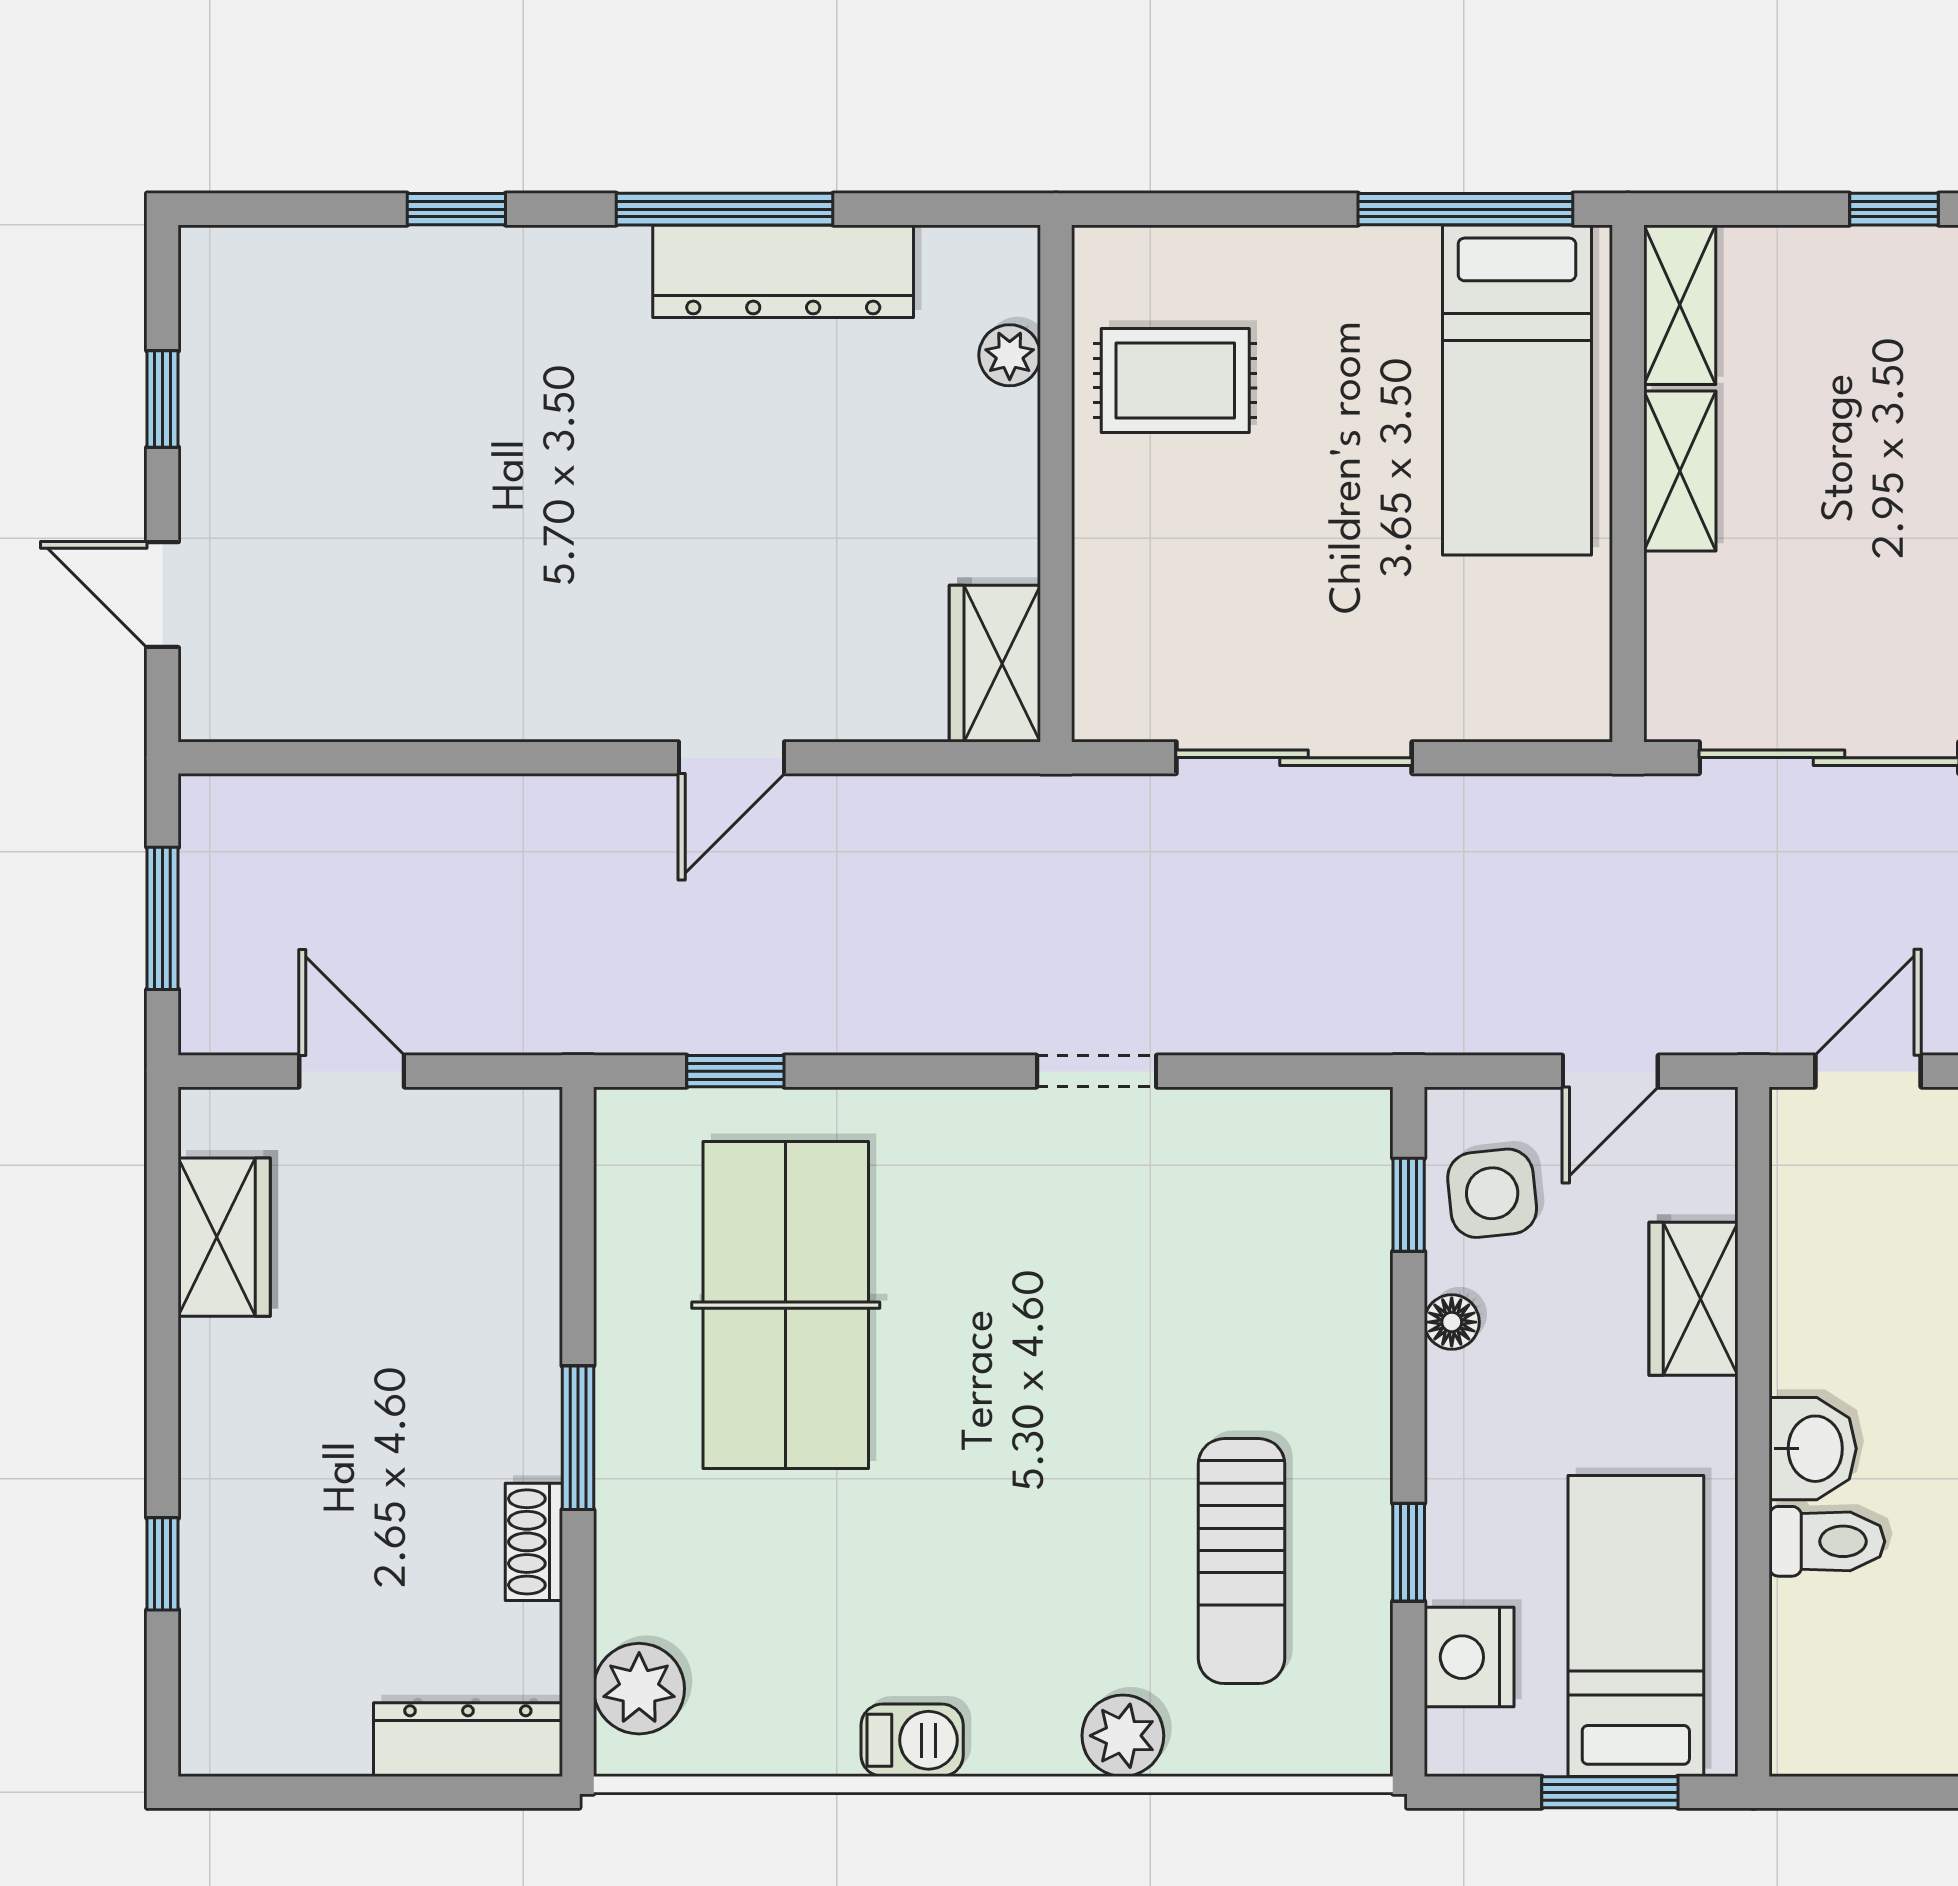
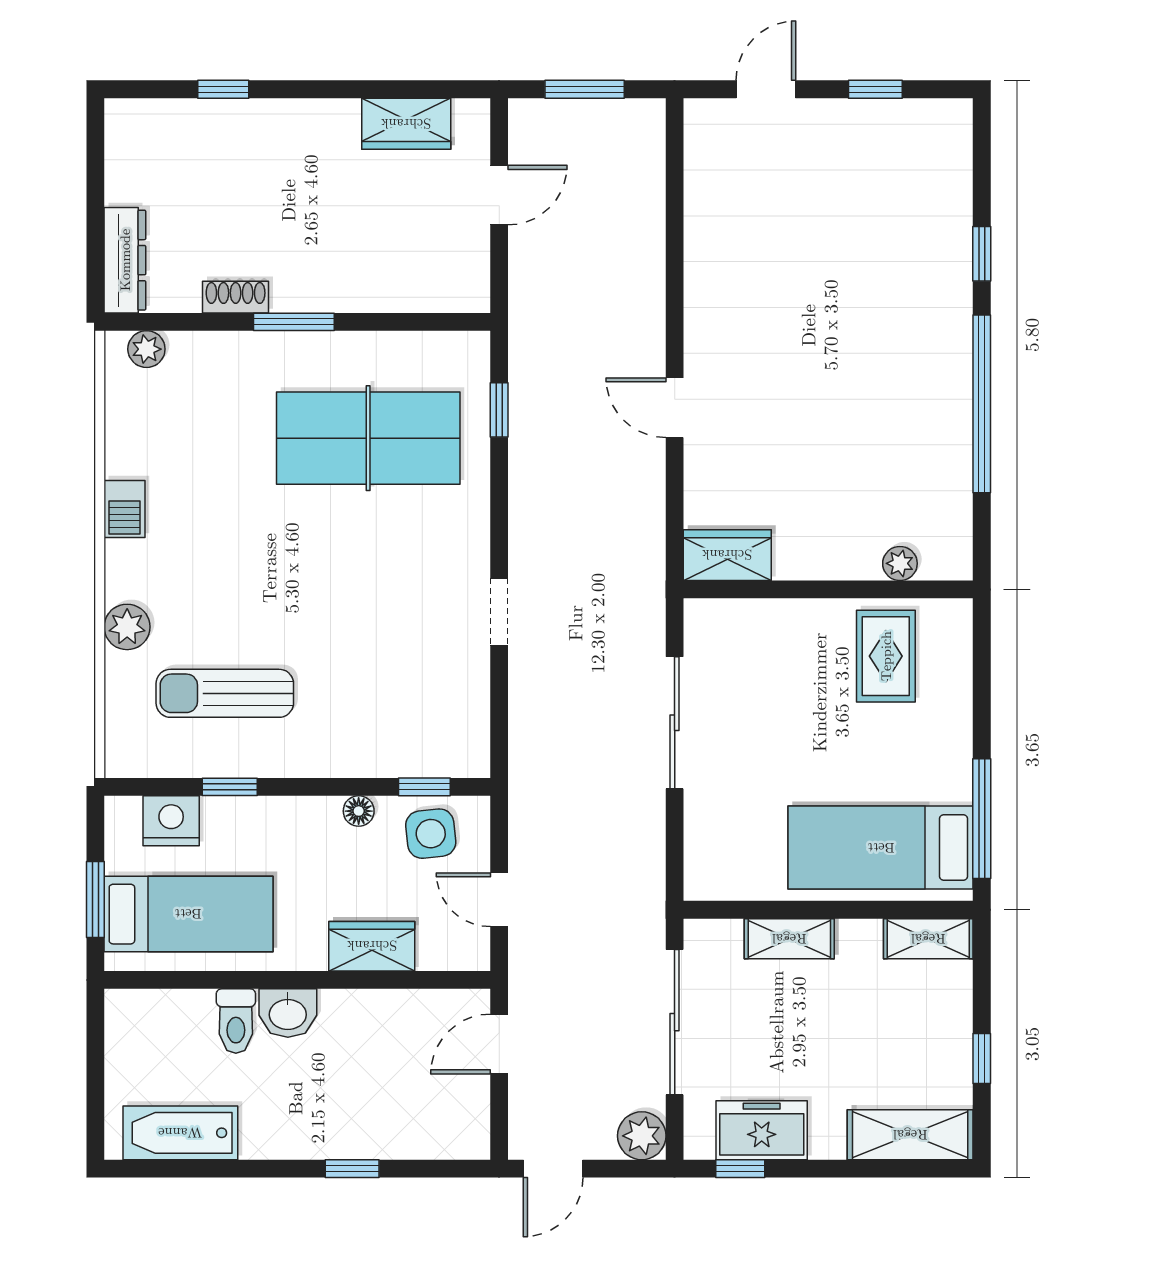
window: (725, 209) -> (982, 404), width x1.46
dresser: (783, 271) -> (947, 437), removed
shelving: (1680, 471) -> (789, 939), moved
door: (1868, 1071) -> (499, 1044), swing flipped
plant: (639, 1689) -> (146, 349), width x0.73, depth x0.73

